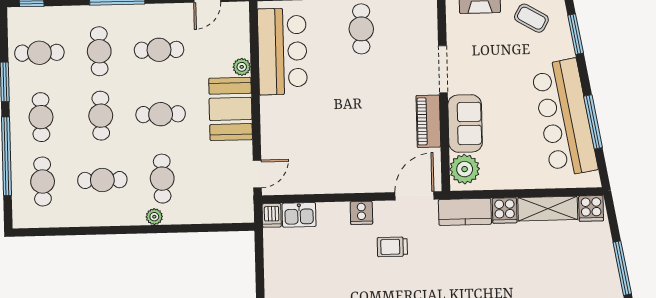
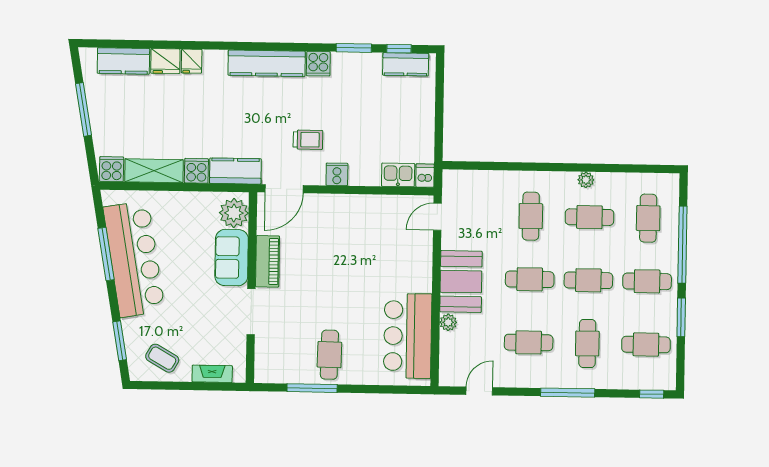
cafe table: (101, 116) -> (588, 280), turned 90
cafe table: (41, 117) -> (647, 281), turned 90
plant: (154, 217) -> (586, 180), moved

